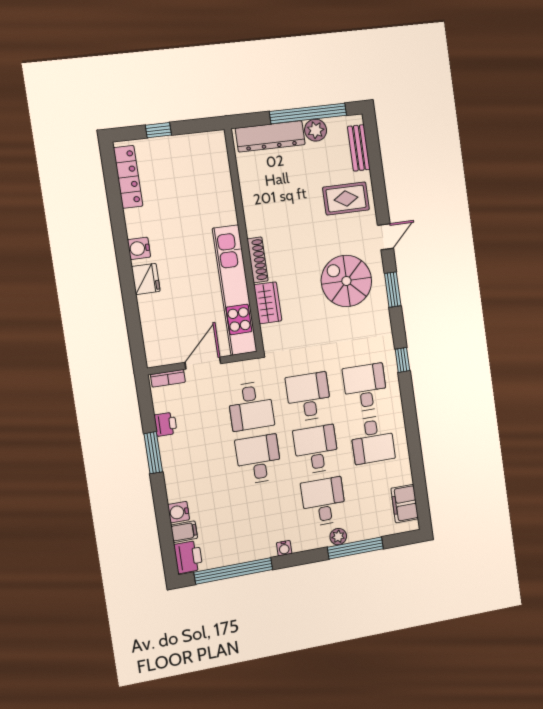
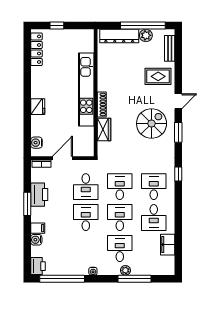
water cooler: (139, 248) -> (36, 143), moved
spiral stairs: (346, 281) -> (152, 124), turned 90
kitchen unit: (235, 290) -> (86, 89), moved
printer: (166, 424) -> (39, 195), width x1.87, depth x1.48
filing cabinet: (405, 504) -> (168, 245), moved
filing cabinet: (184, 532) -> (38, 228), moved

